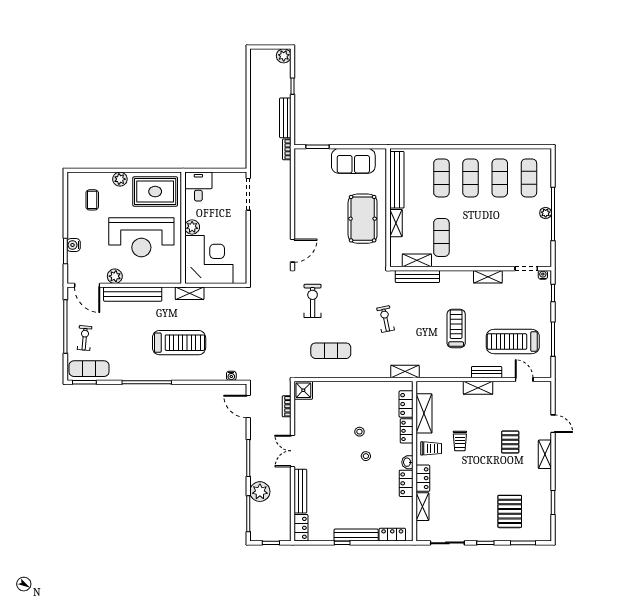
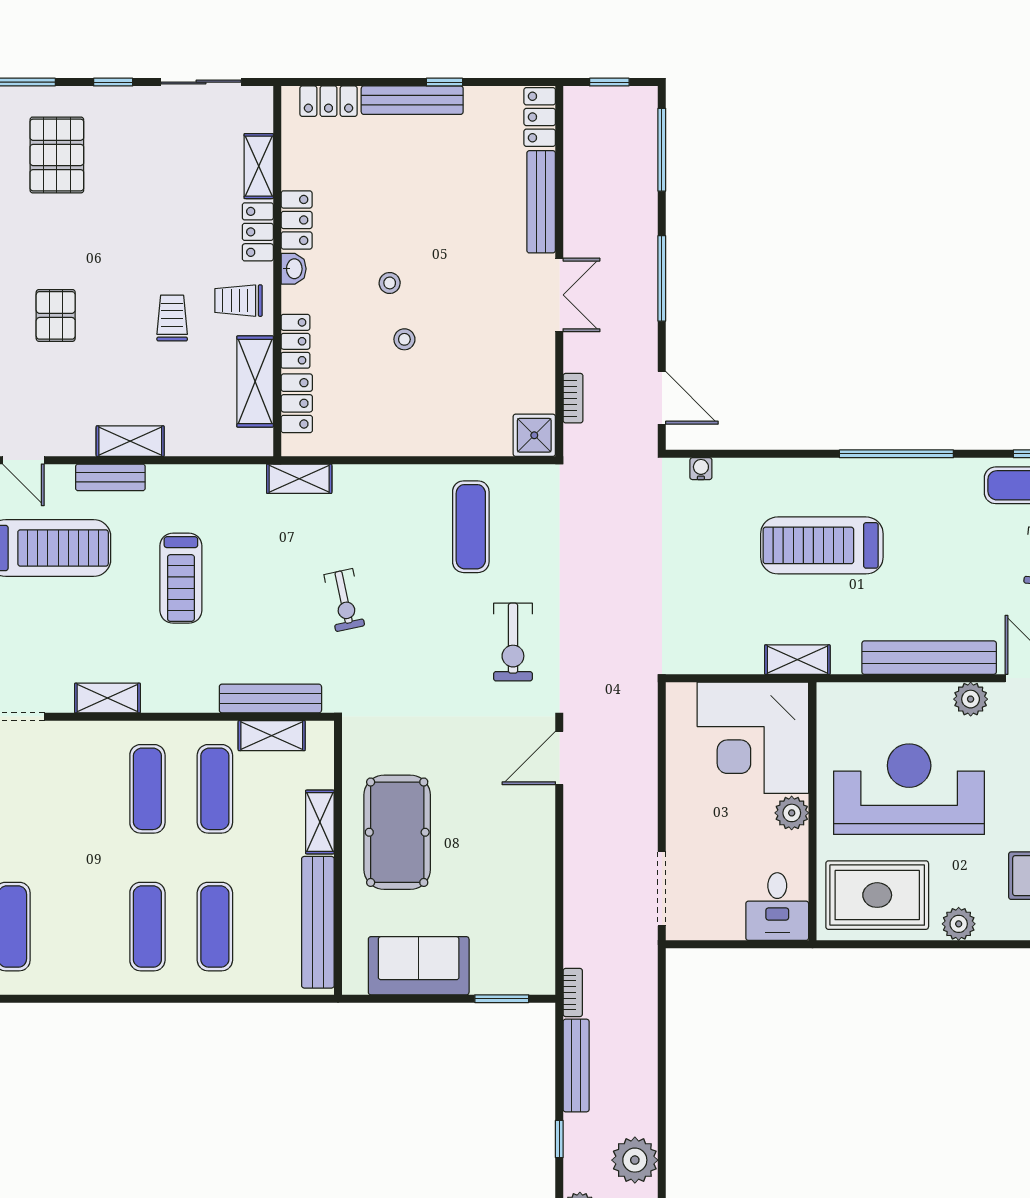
exercise mat: (500, 178) -> (147, 789), moved
exercise mat: (331, 351) -> (471, 527), turned 90
plant: (260, 492) -> (635, 1160), moved

